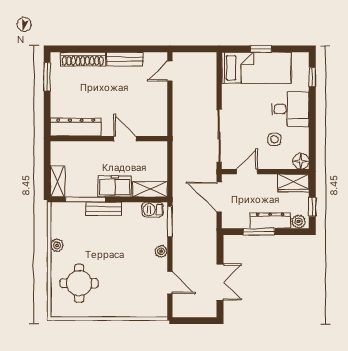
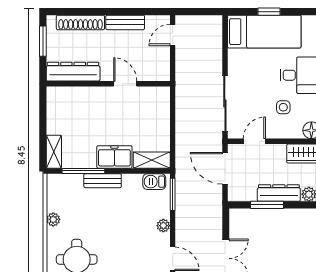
dresser: (76, 127) -> (73, 72), moved
wall: (109, 139) -> (108, 84), moved
door: (125, 139) -> (125, 84), moved

